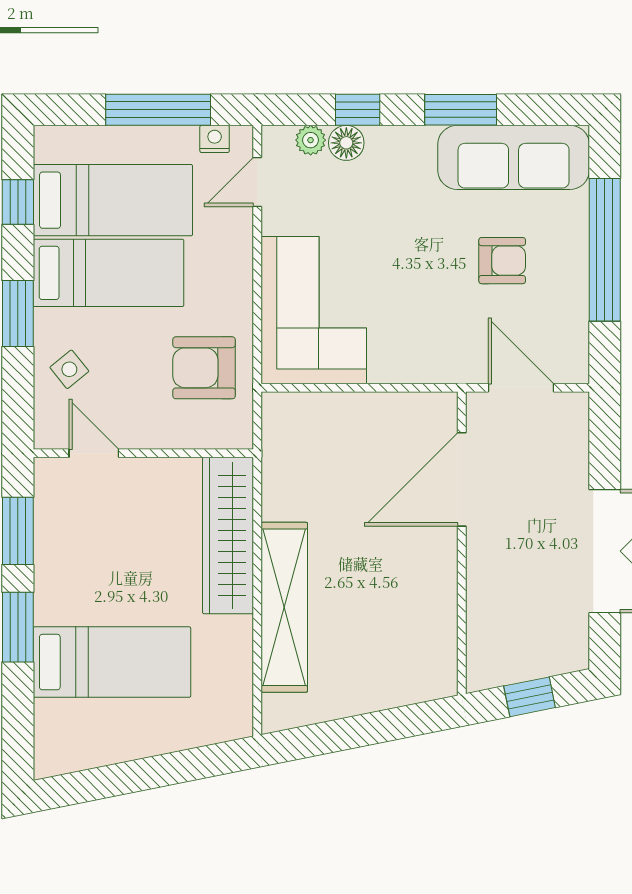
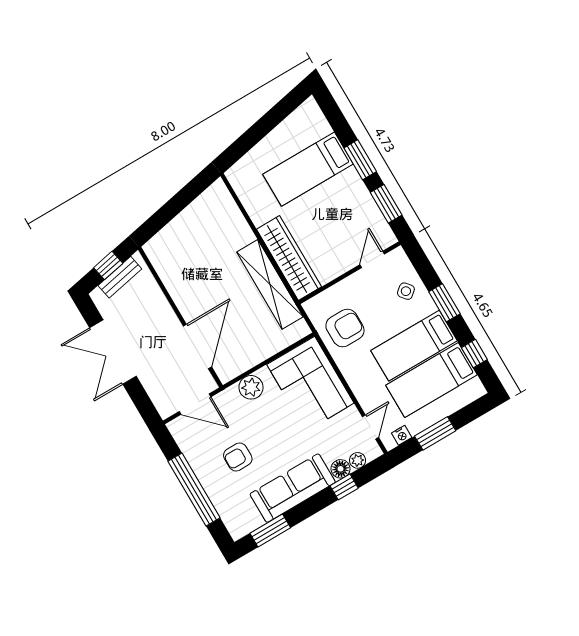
window: (158, 110) -> (435, 433), width x0.69
window: (461, 110) -> (270, 530), moved
sofa: (514, 157) -> (293, 488), moved
plant: (414, 361) -> (251, 387), added
door: (94, 453) -> (372, 259), swing flipped
shelving: (284, 607) -> (270, 284), moved
bench: (522, 666) -> (120, 277), added

